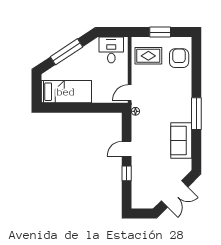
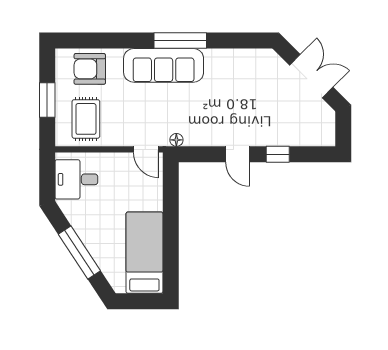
sofa: (181, 140) -> (164, 65), moved, width x1.36

